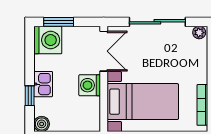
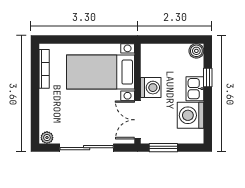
window: (59, 22) -> (163, 148), moved
washing machine: (48, 40) -> (190, 115), moved

